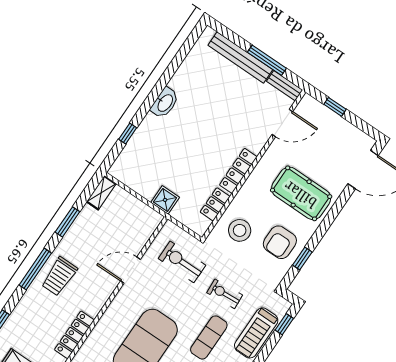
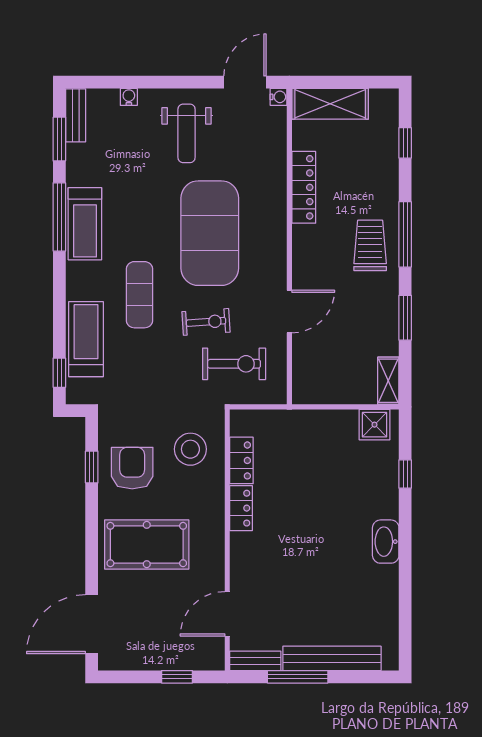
locker: (238, 171) -> (241, 508), width x0.66
shower: (165, 200) -> (374, 425), moved
exercise bike: (225, 294) -> (206, 322), moved

